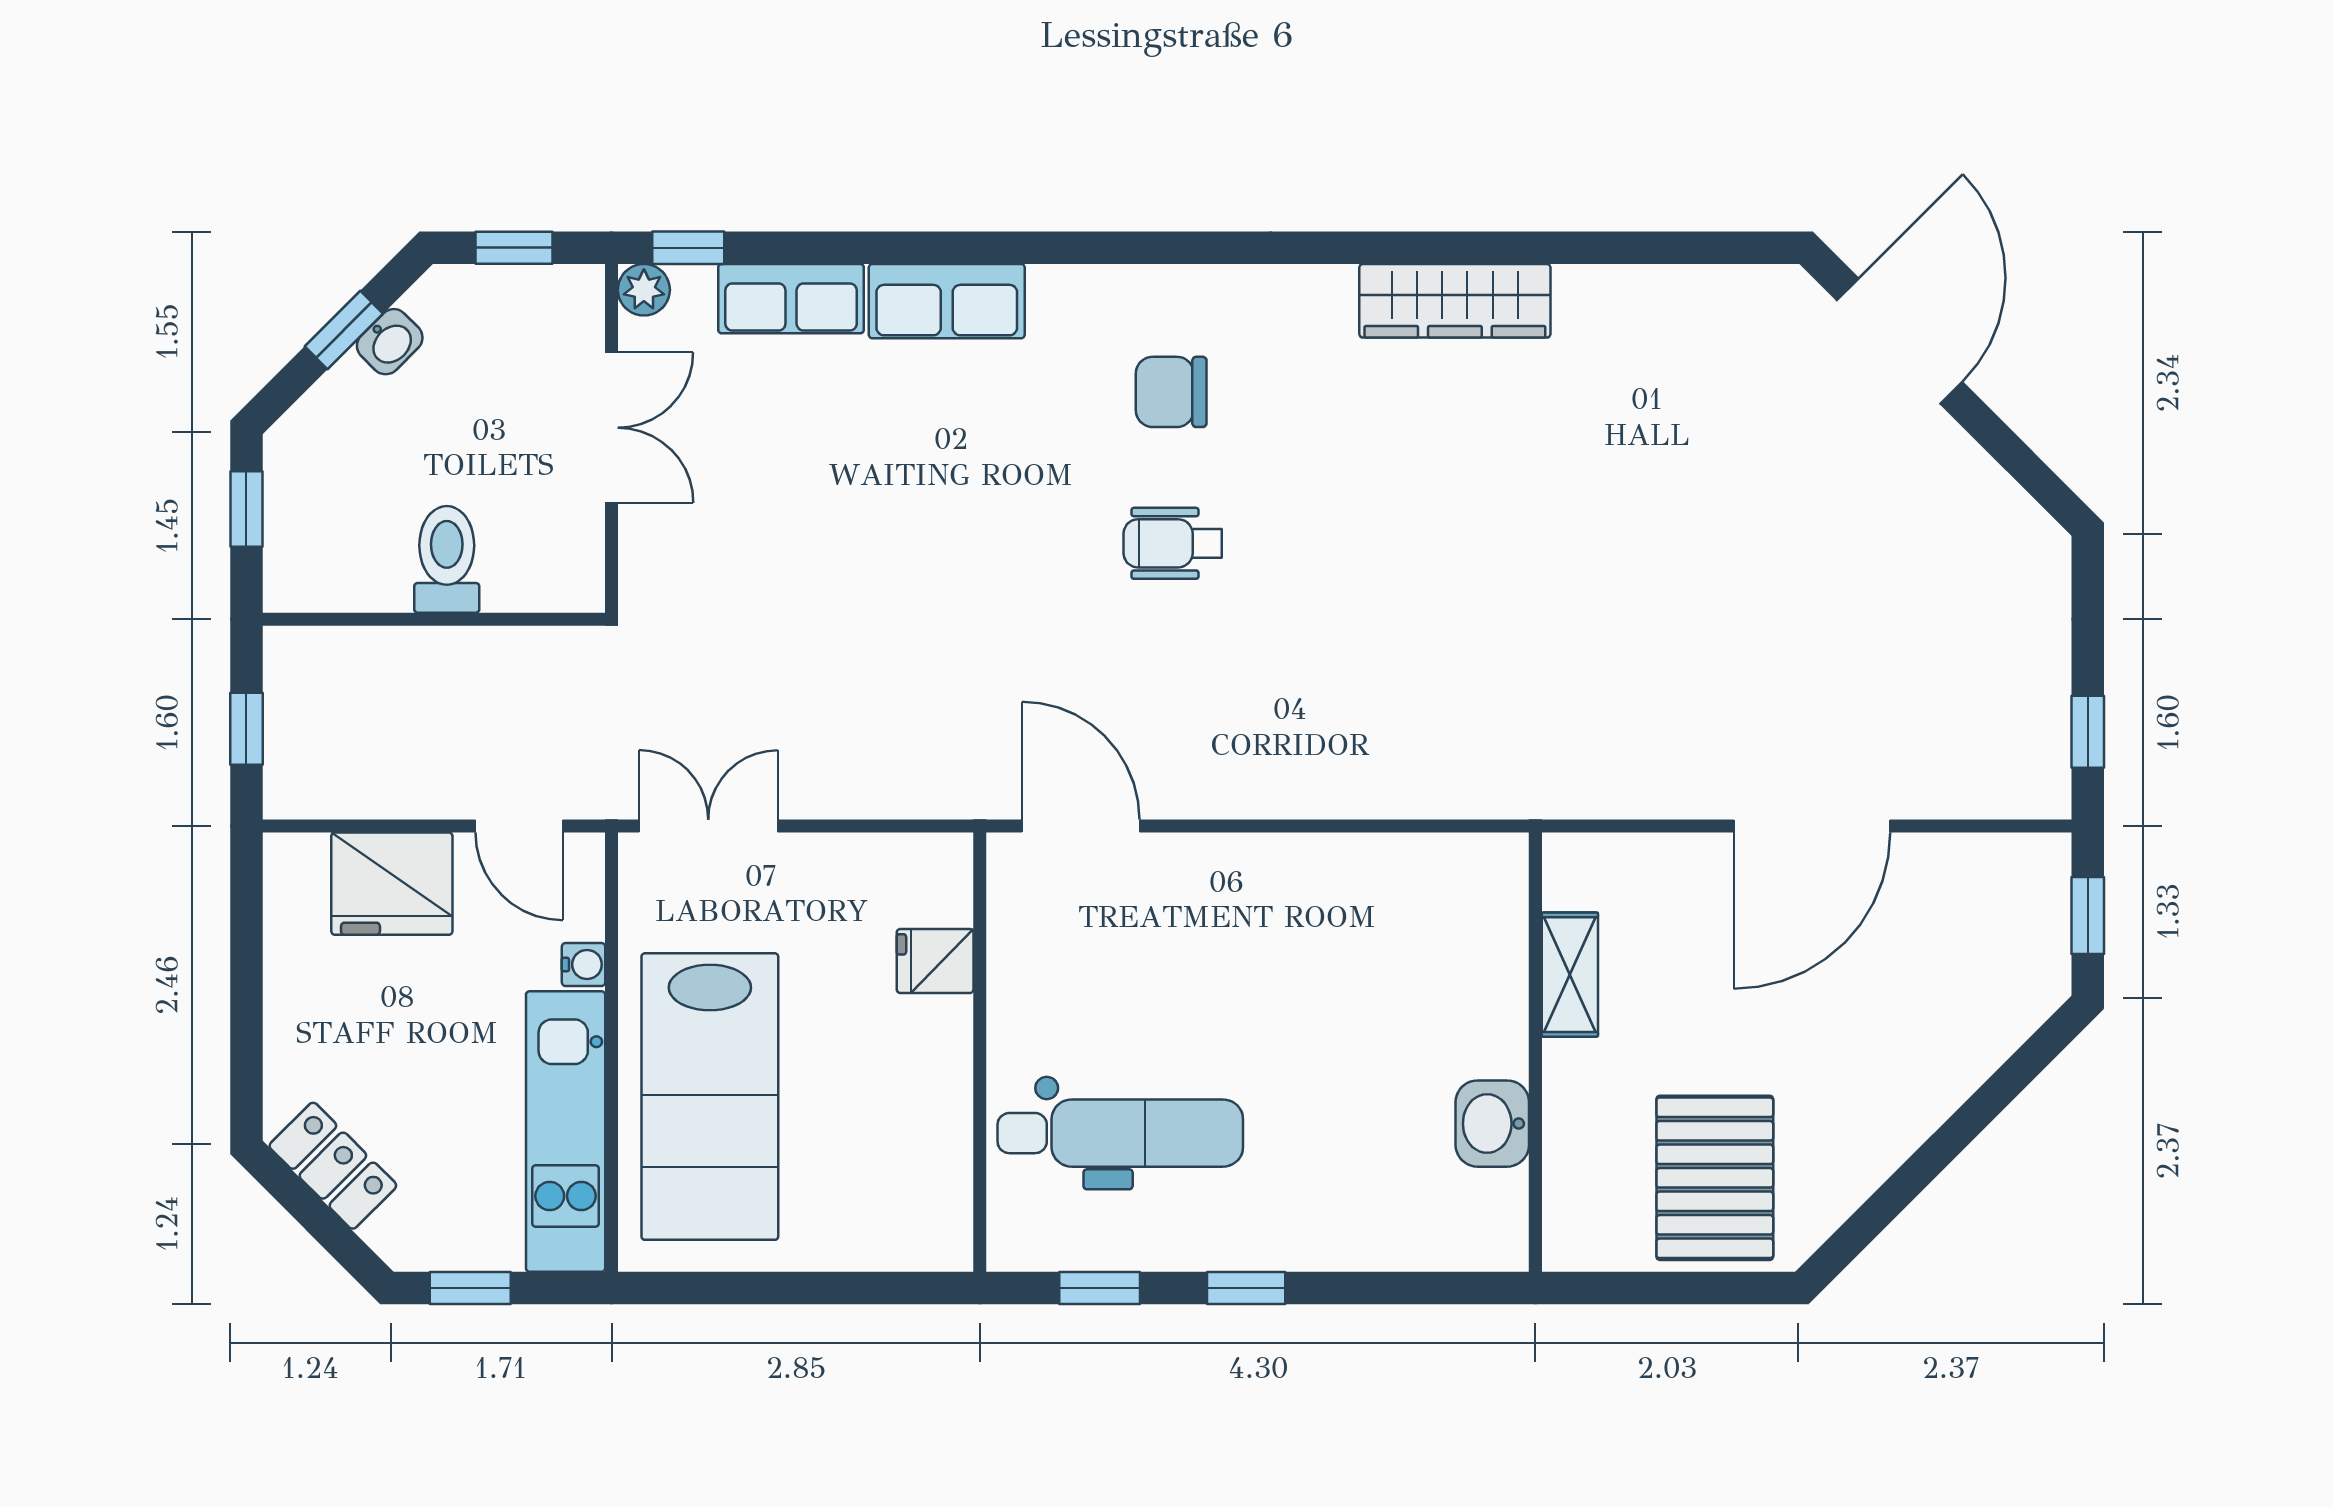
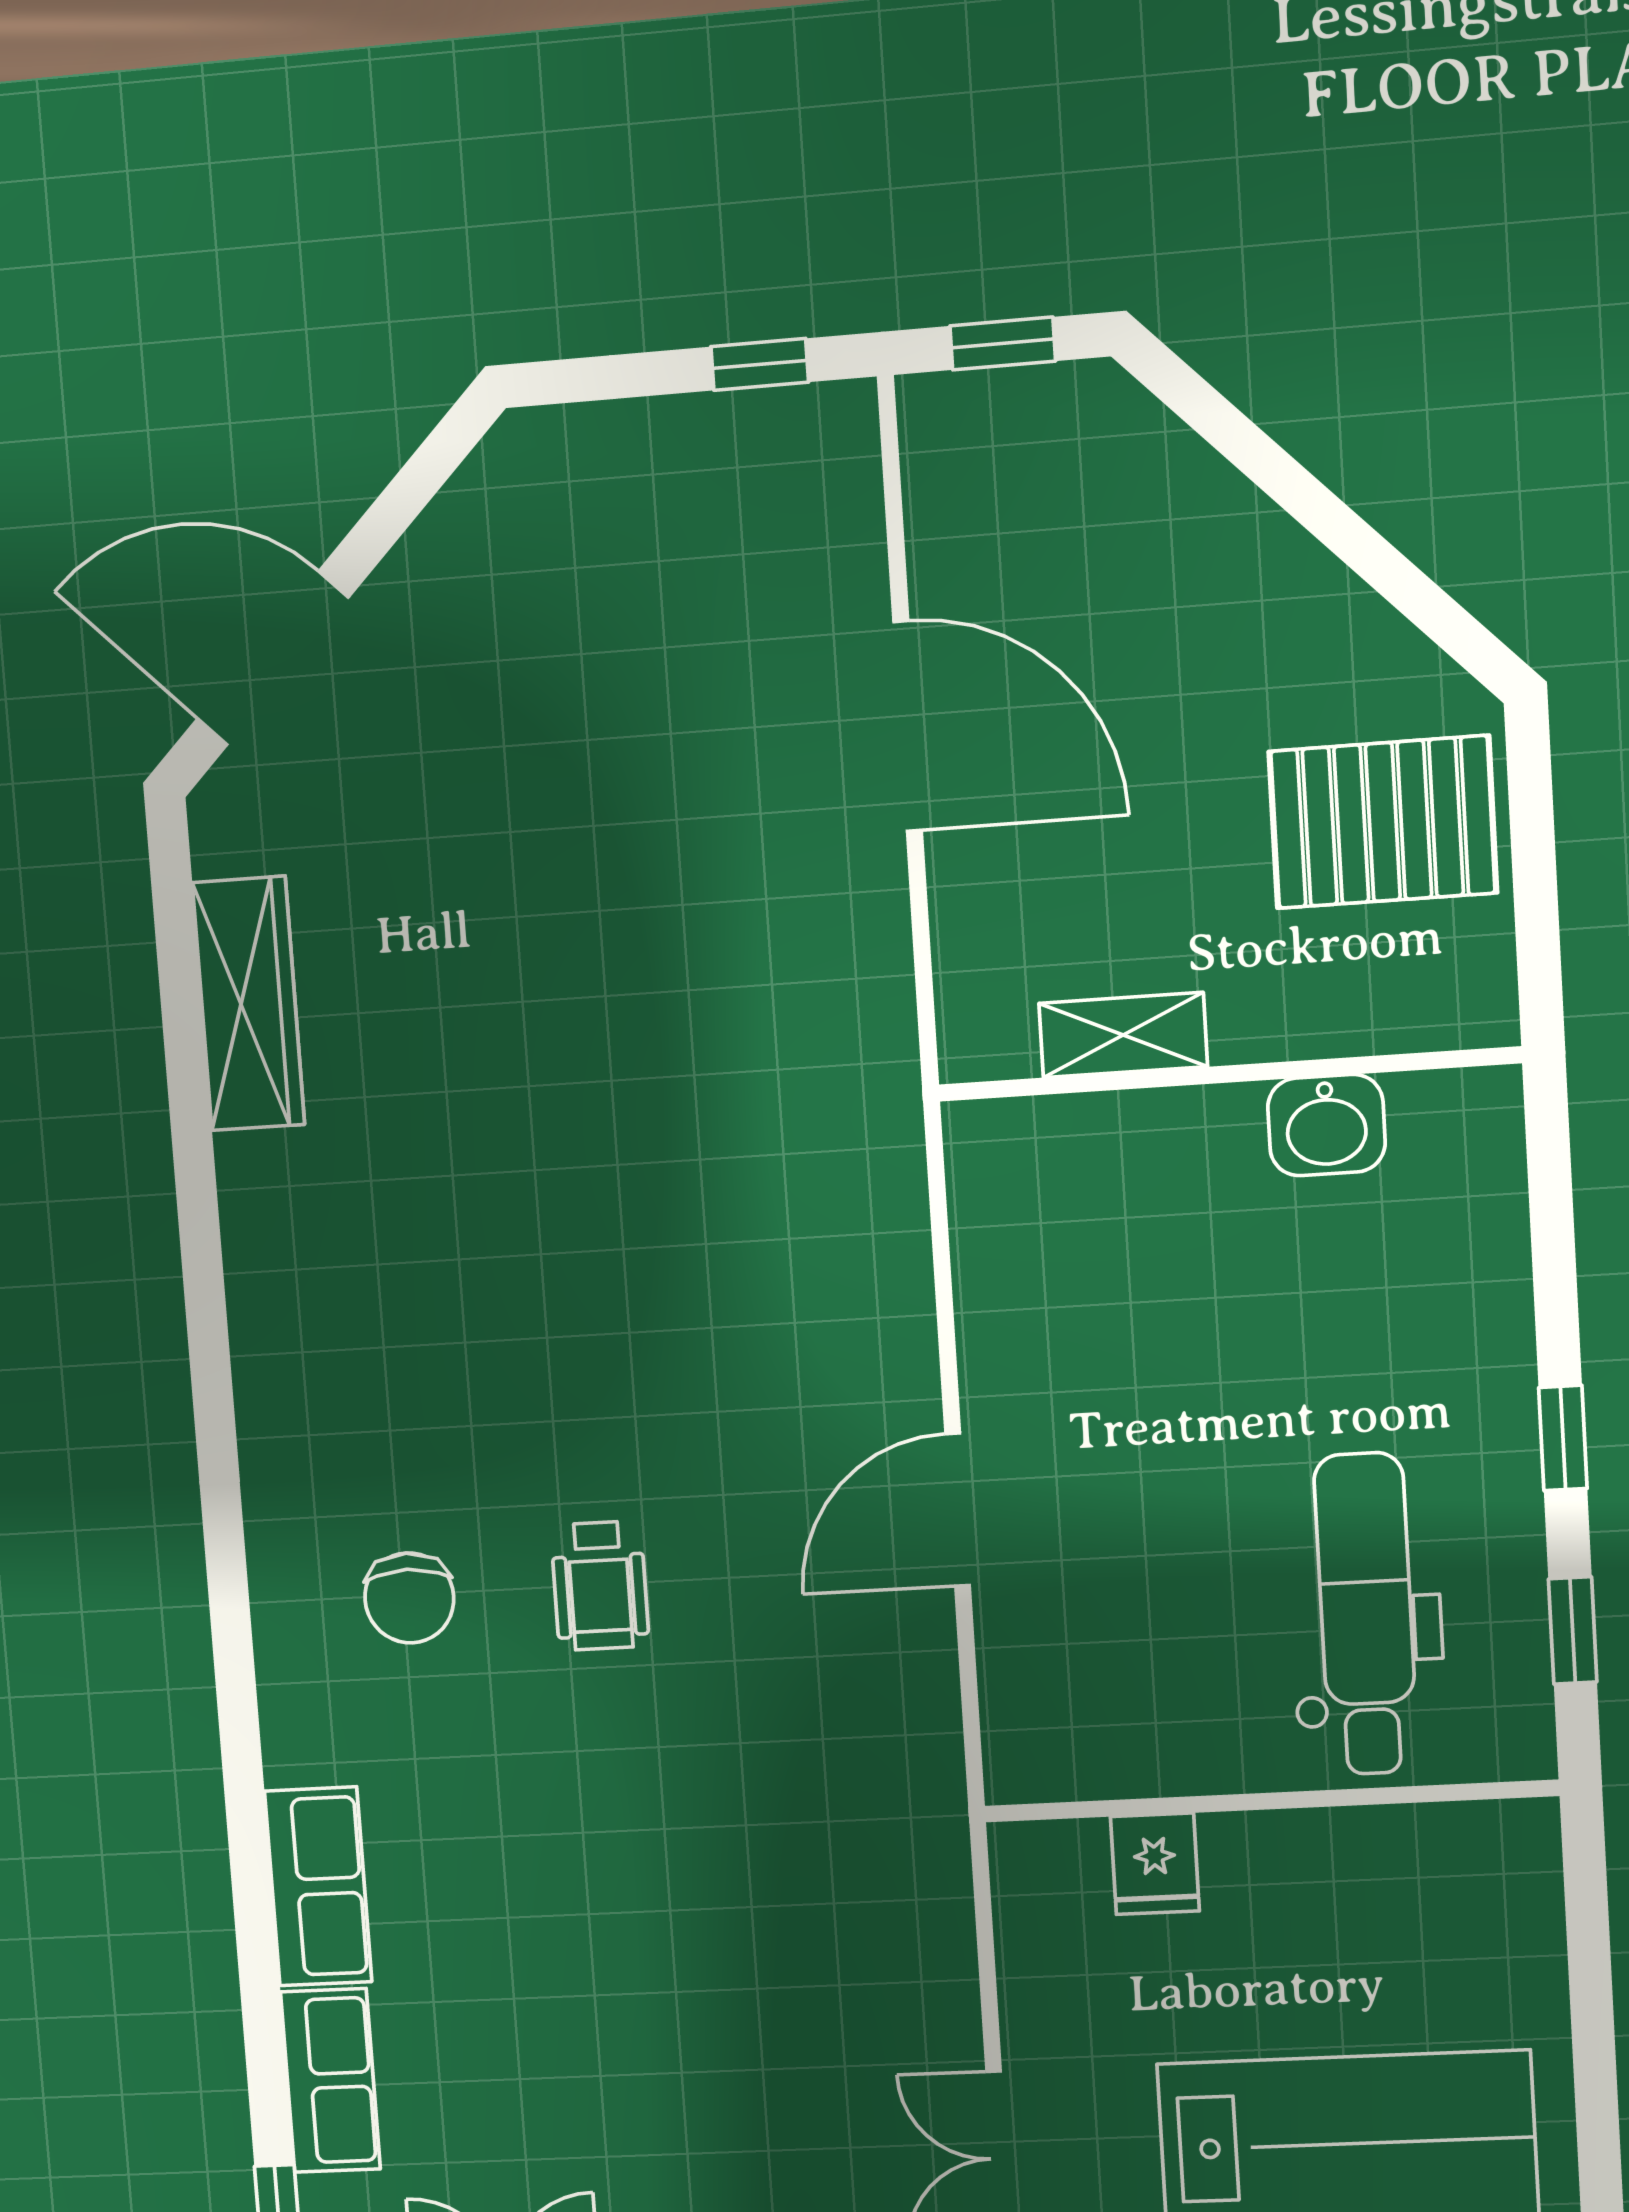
wardrobe: (1455, 301) -> (248, 1004), moved
door: (1081, 826) -> (958, 1510), moved

